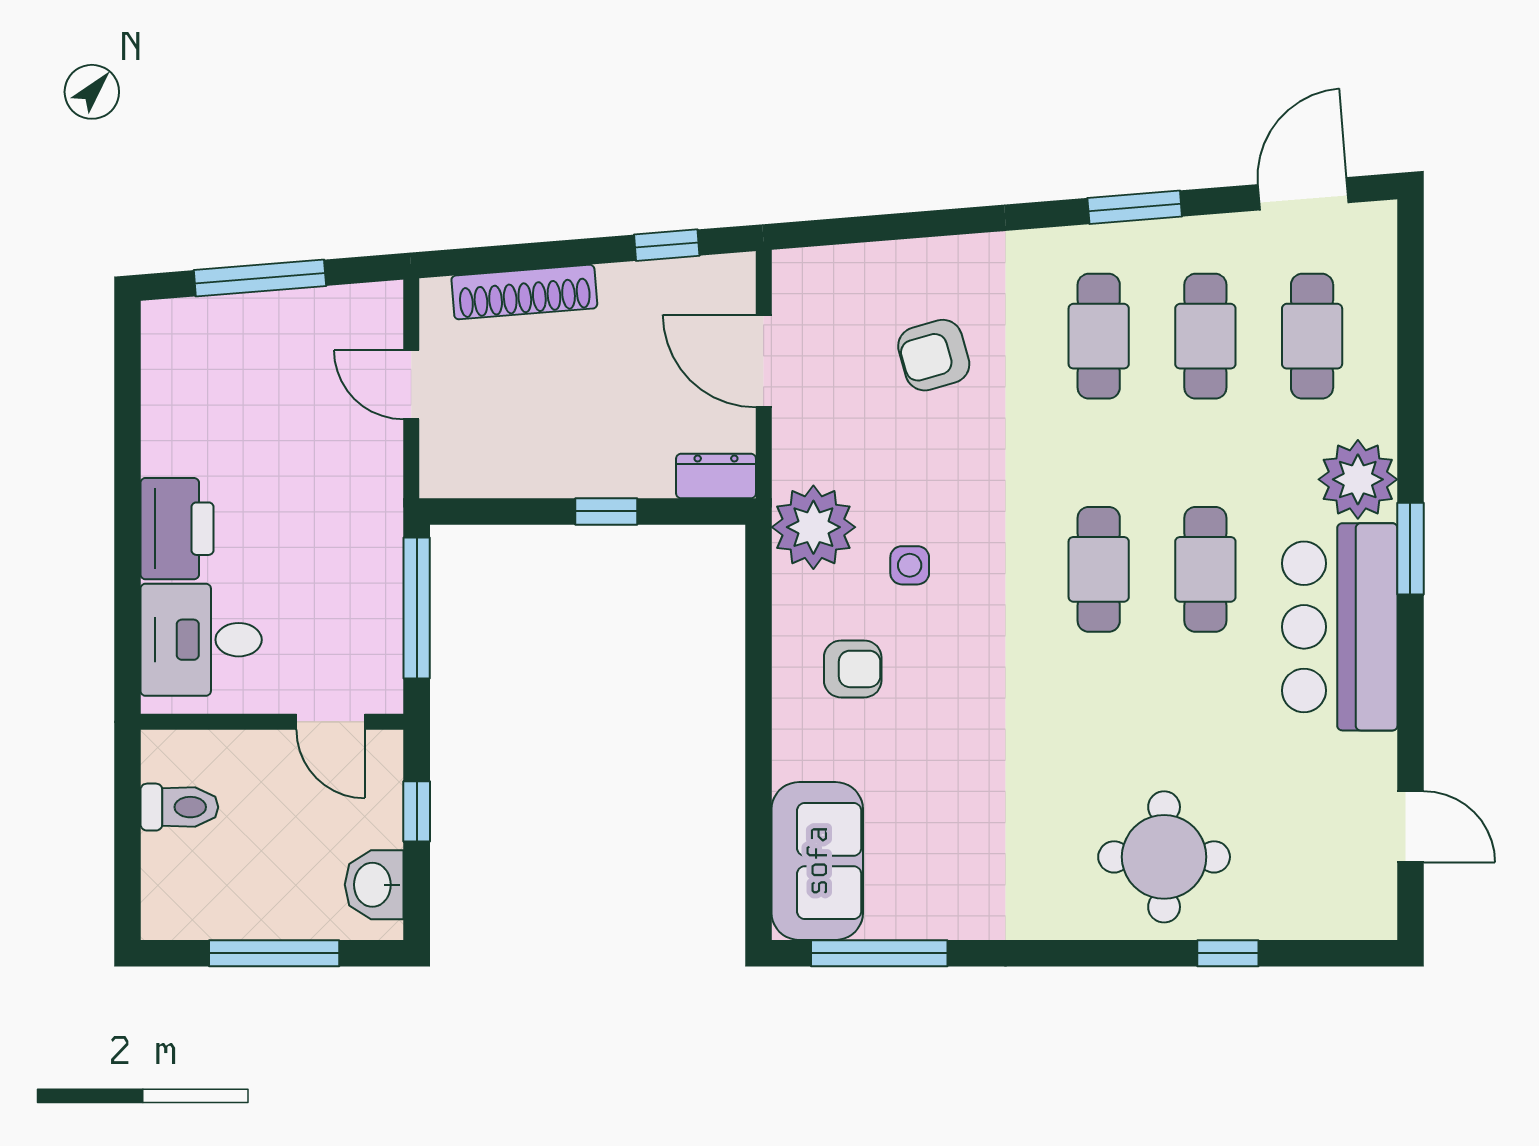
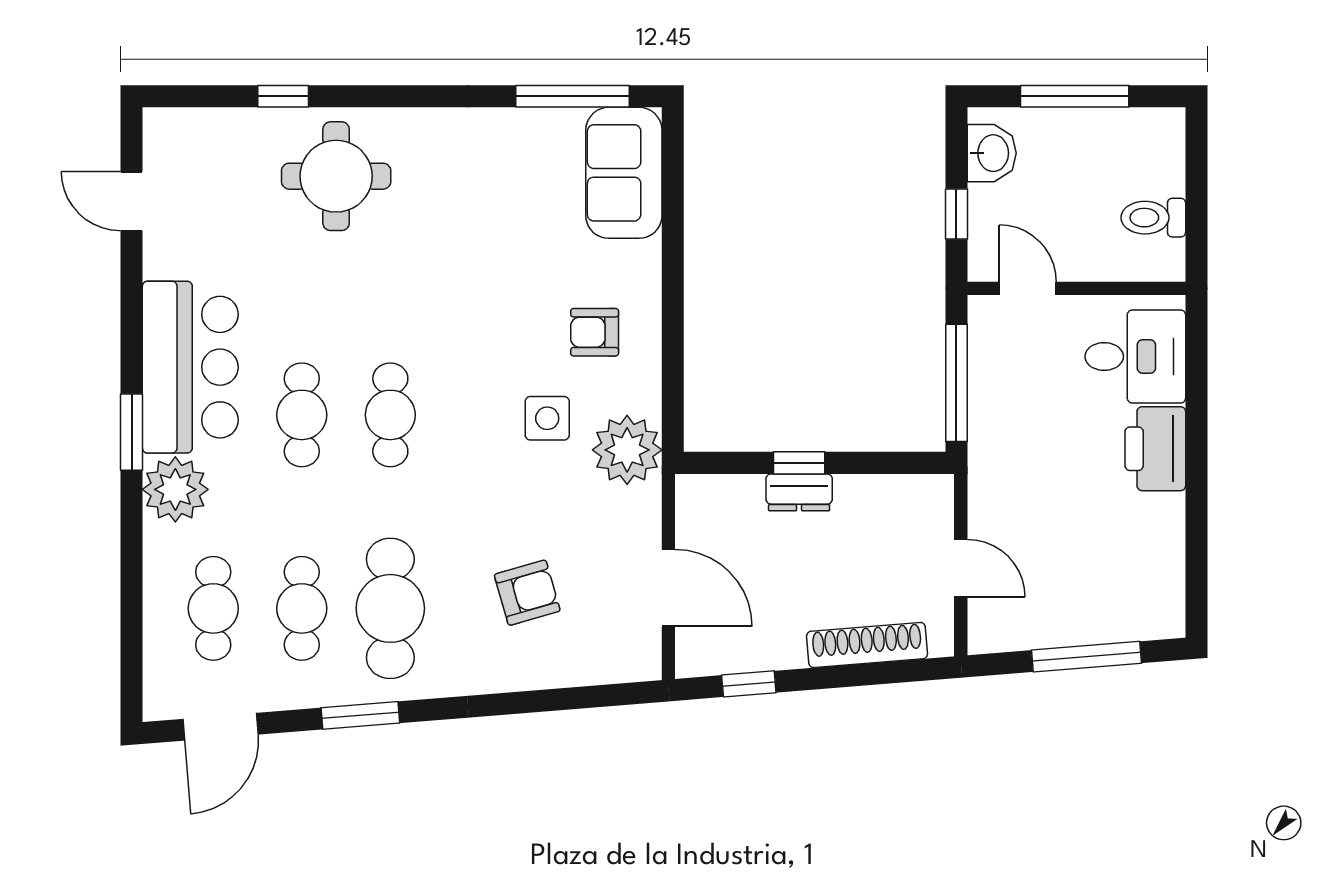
cafe table: (1099, 336) -> (390, 608), width x1.37, depth x1.35
dresser: (716, 476) -> (799, 492), moved
side table: (910, 565) -> (547, 418), width x1.37, depth x1.37

